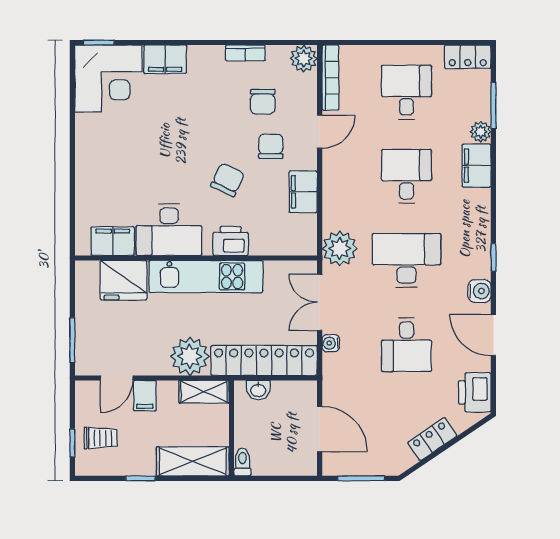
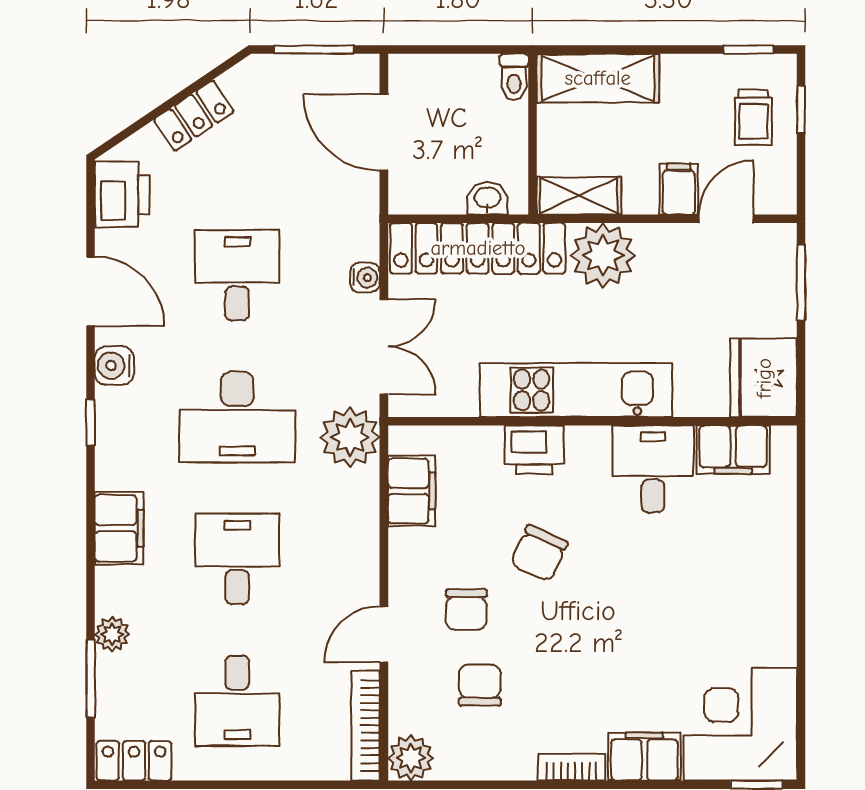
bookcase: (245, 53) -> (572, 767), moved
filing cabinet: (477, 166) -> (119, 528), moved
desk: (407, 176) -> (237, 559), turned 180
filing cabinet: (303, 192) -> (412, 491), moved
desk: (169, 230) -> (653, 469), width x0.73
fridge: (124, 280) -> (764, 378), moved, turned -90
trolley: (101, 438) -> (753, 117), turned -90
window: (141, 478) -> (749, 50), moved

